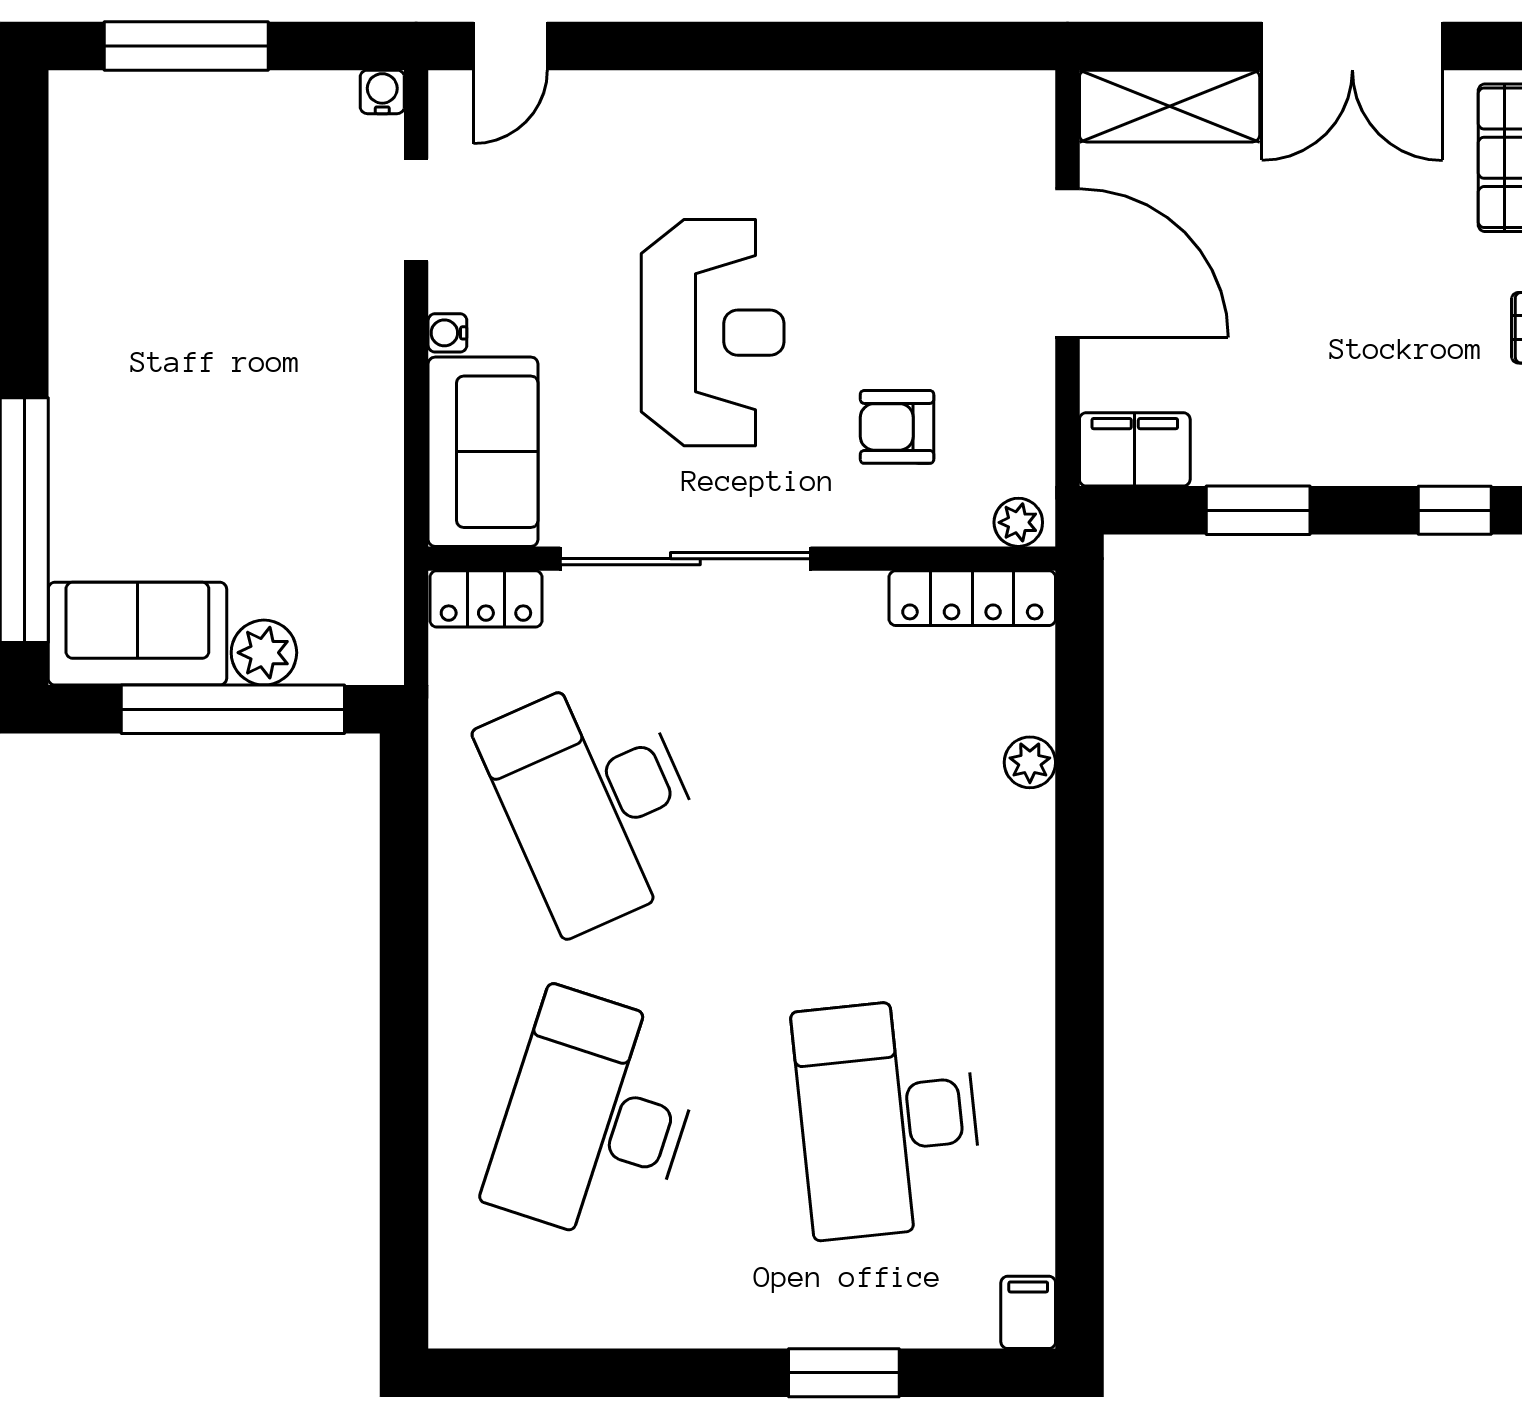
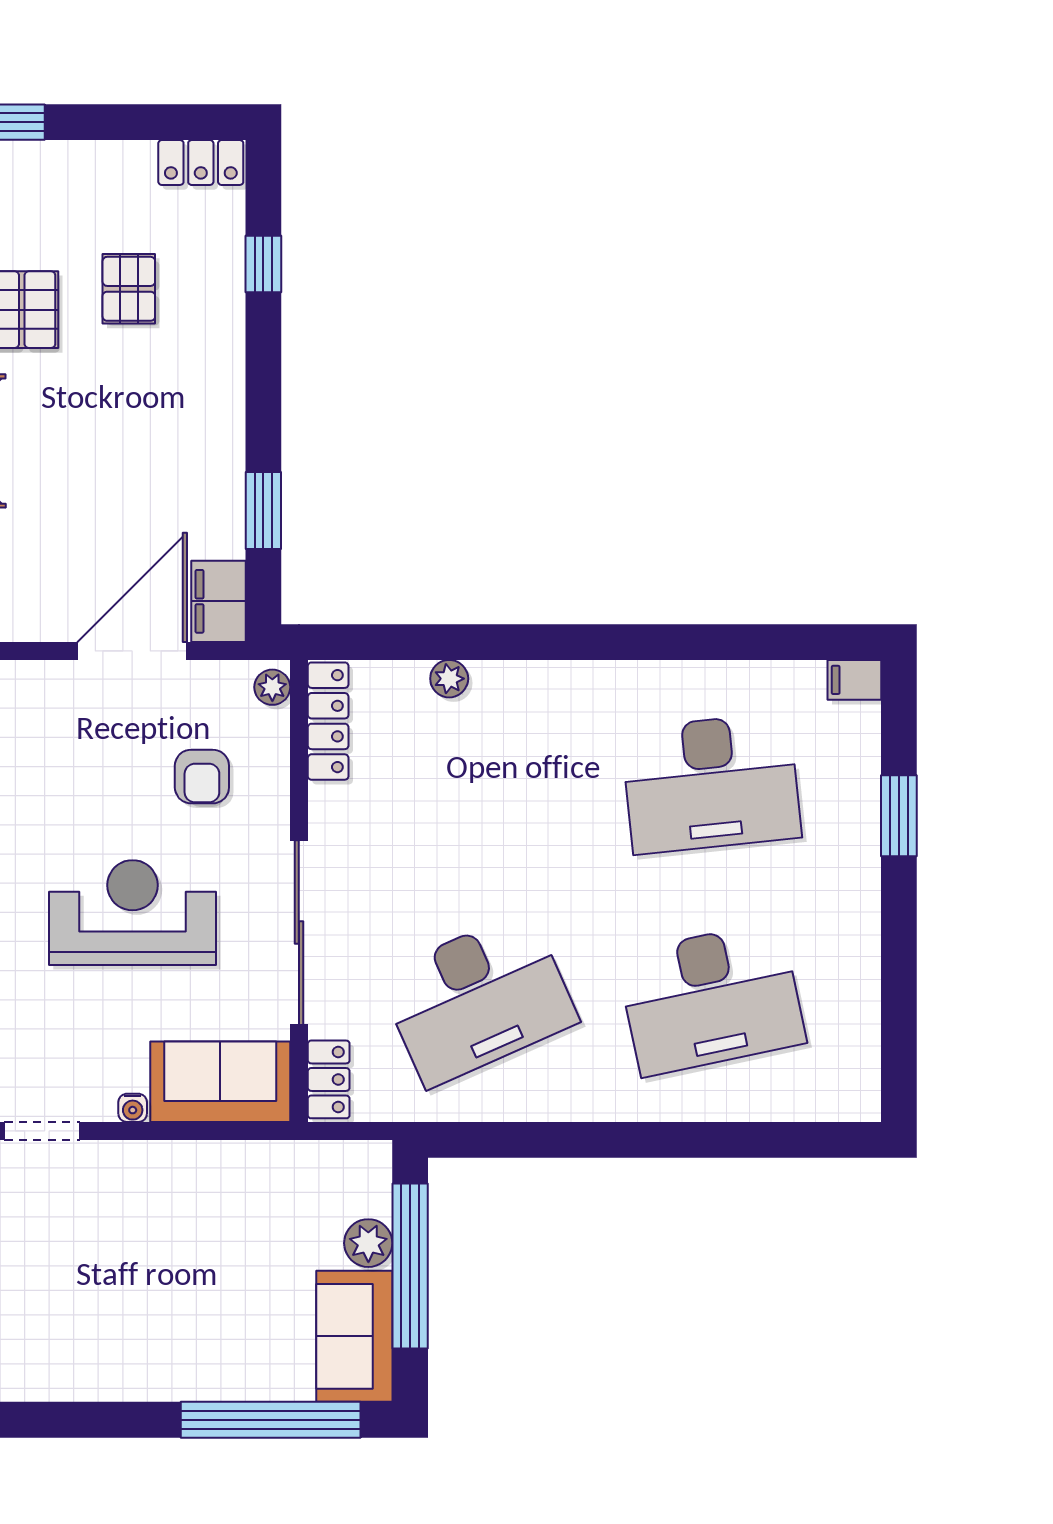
door: (1067, 263) -> (132, 651), moved
window: (1455, 510) -> (263, 366), removed
desk: (596, 1118) -> (711, 999), turned -30

